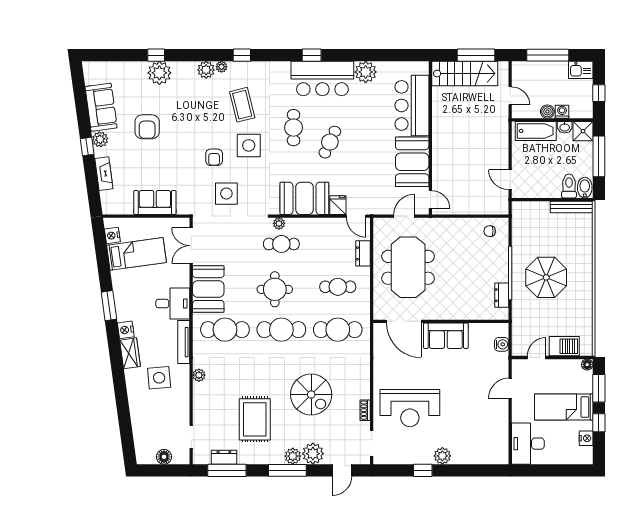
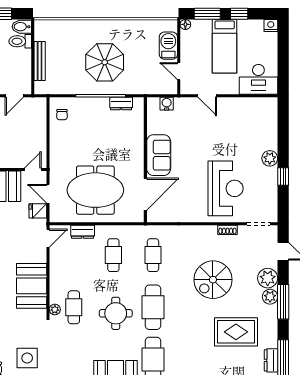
fridge: (338, 205) -> (38, 211), moved
bench: (572, 207) -> (40, 61), moved
cafe table: (338, 330) -> (153, 255), width x0.73, depth x0.74
spiral stairs: (311, 395) -> (213, 280), turned 180
nightstand: (586, 438) -> (271, 25), moved

